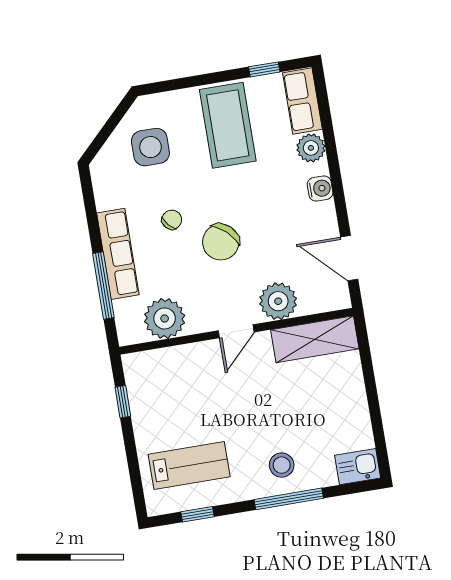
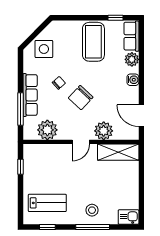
side table: (150, 147) -> (44, 49), moved

